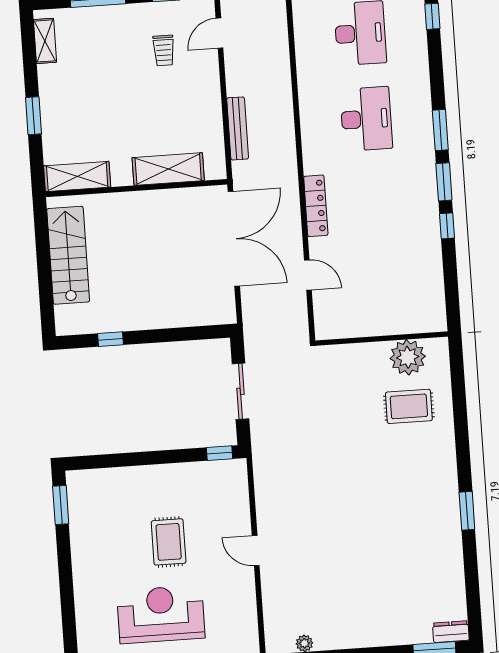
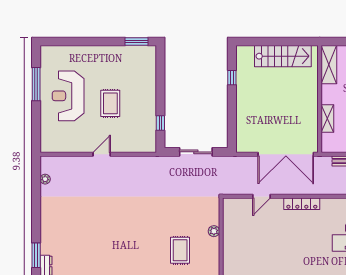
shelving: (168, 169) -> (327, 119), width x0.67, depth x0.75
plant: (408, 357) -> (214, 231), moved, width x0.53, depth x0.53
window: (219, 453) -> (160, 123), moved
rug: (169, 542) -> (110, 103), turned 90
reception desk: (161, 614) -> (68, 96), turned 180

